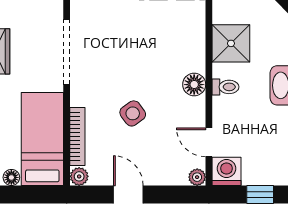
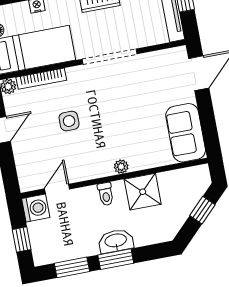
floor lamp: (194, 85) -> (103, 168), removed
side table: (133, 113) -> (69, 121), turned 36
plant: (197, 177) -> (121, 167), moved

